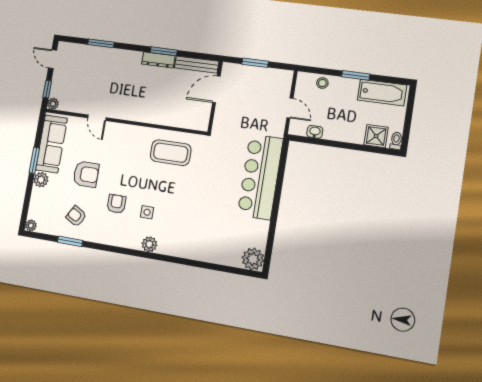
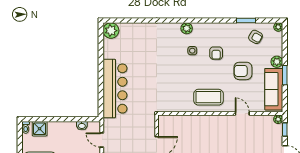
coffee table: (171, 153) -> (208, 97), moved
armchair: (76, 216) -> (256, 37), moved

